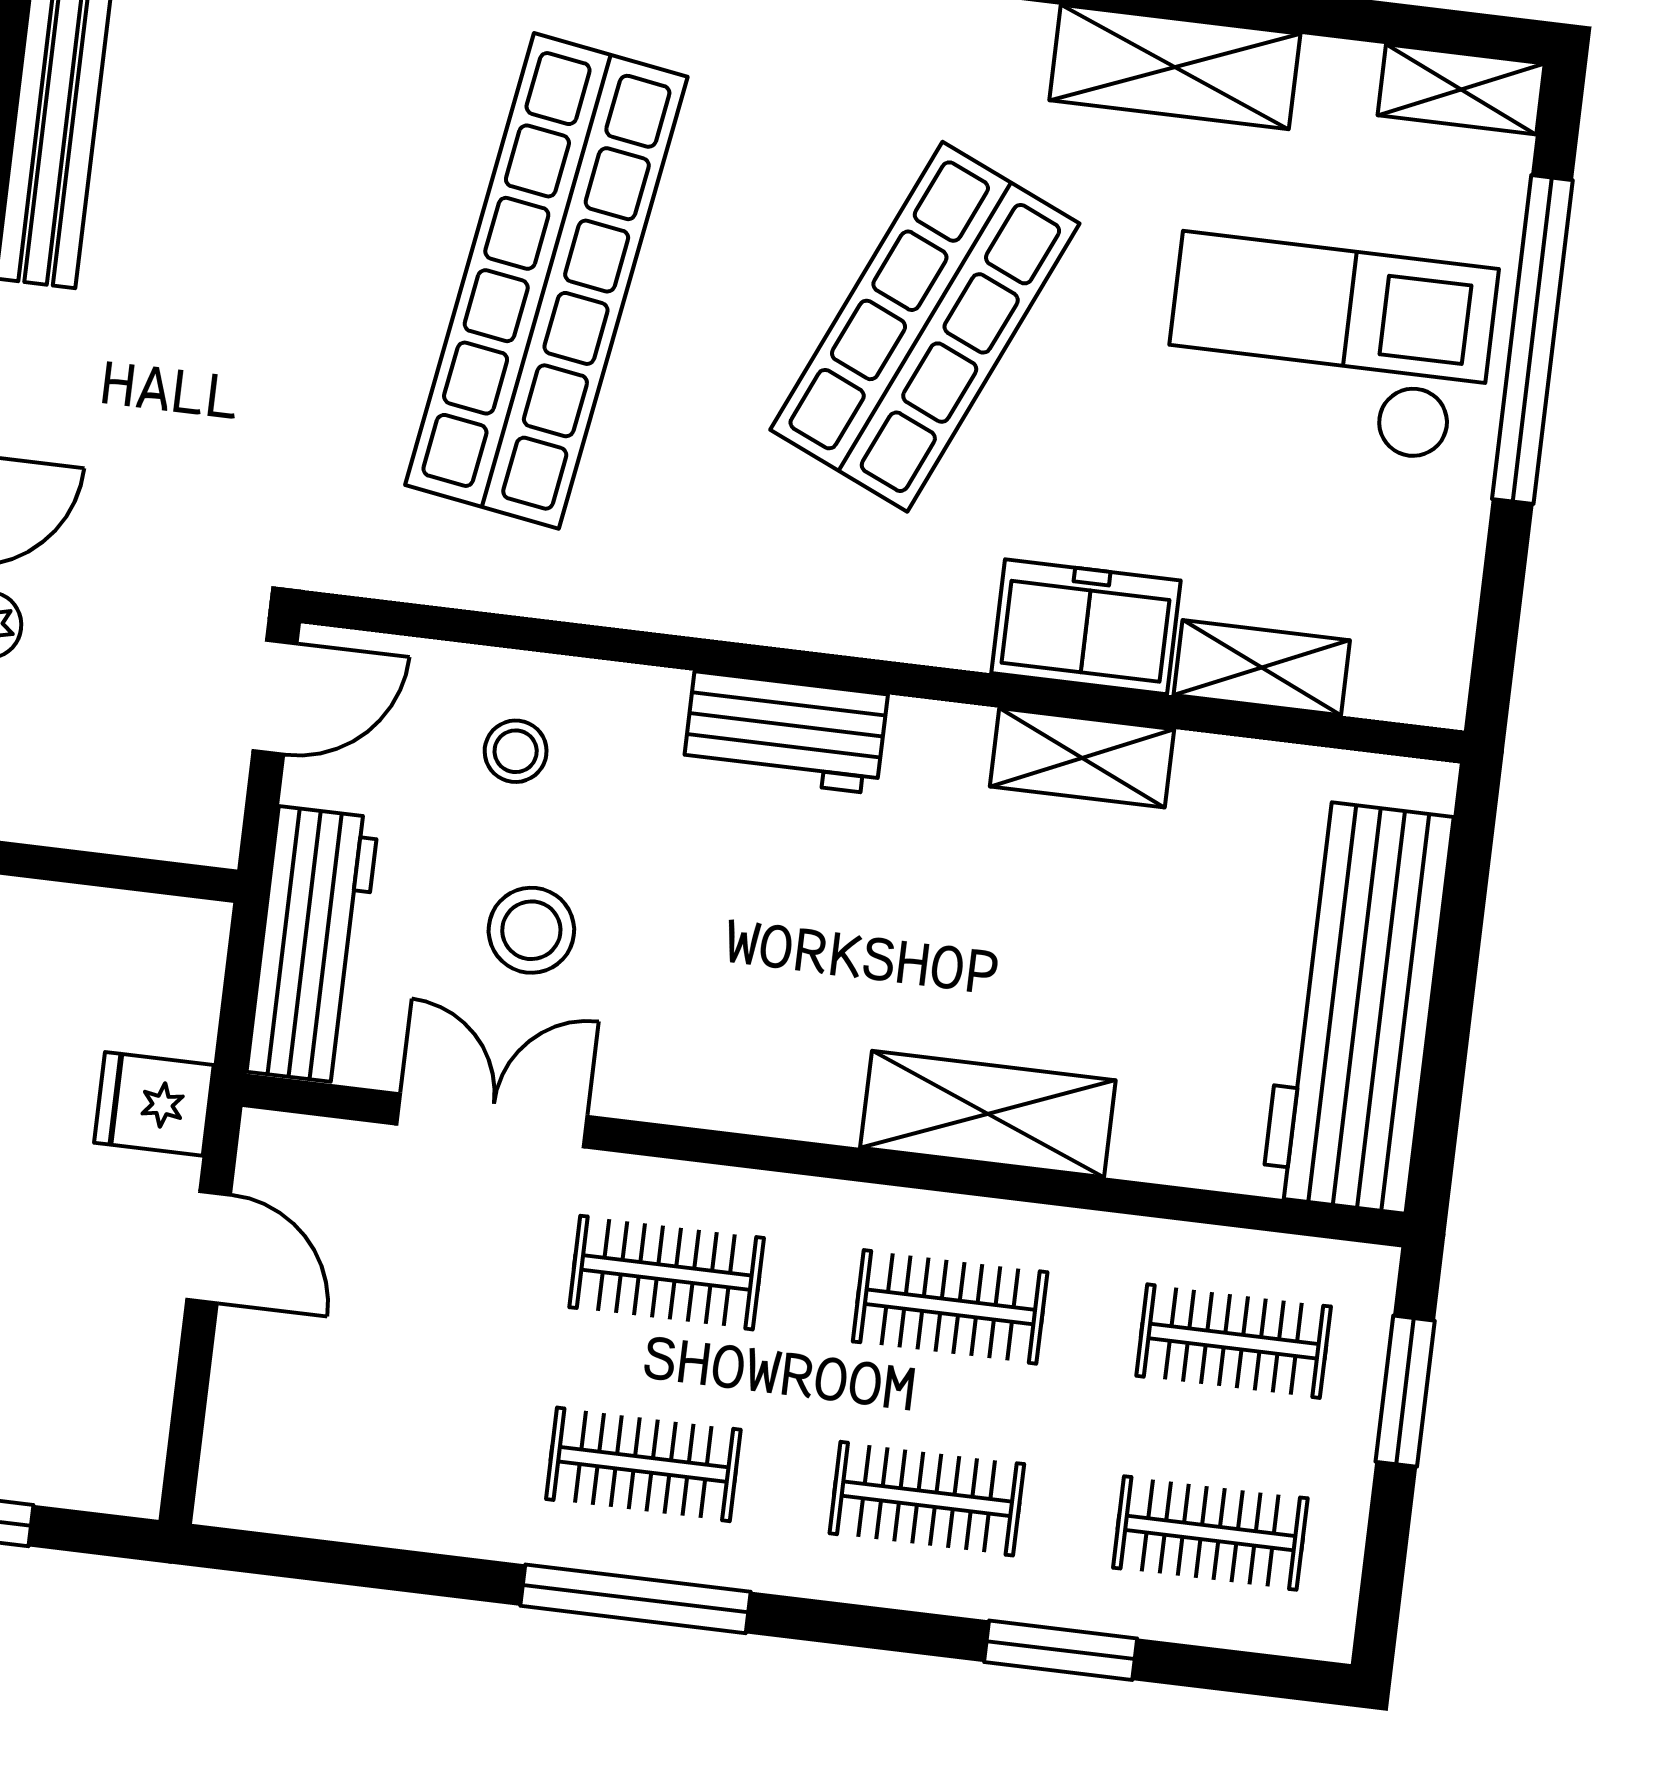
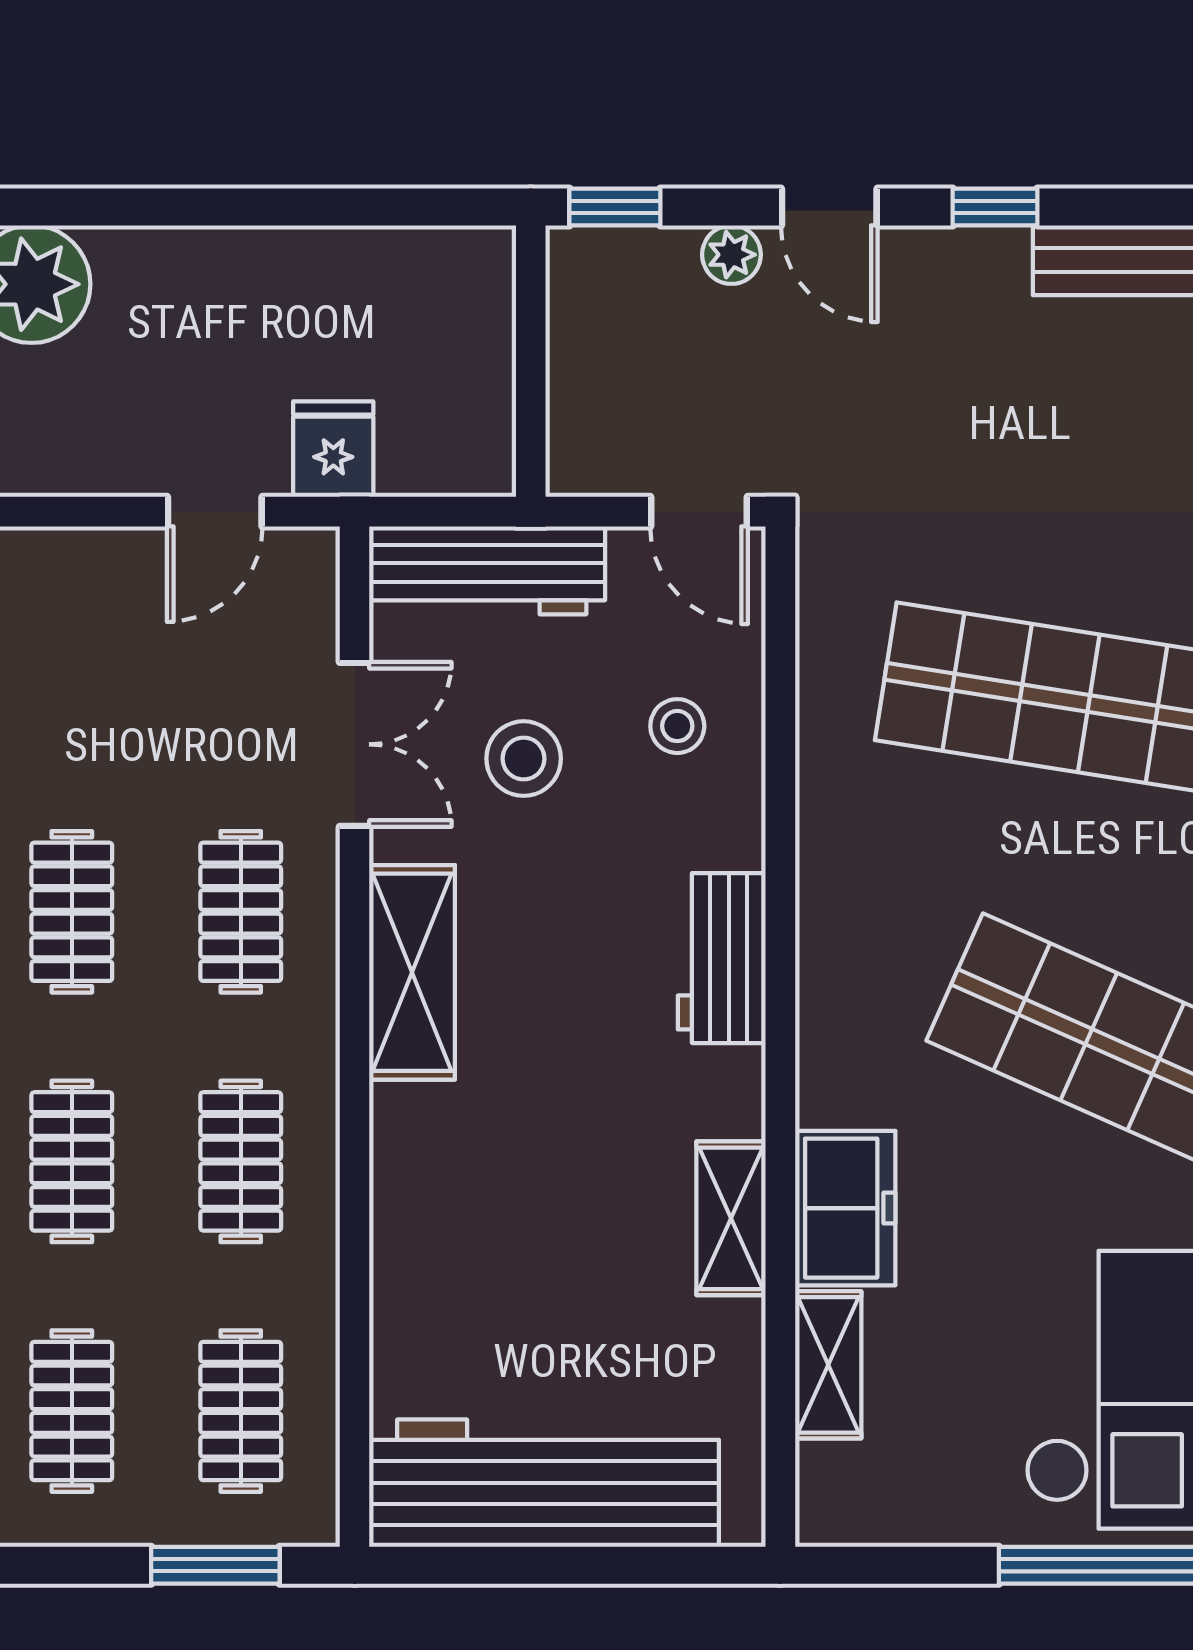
shelving: (988, 1114) -> (412, 972), moved

